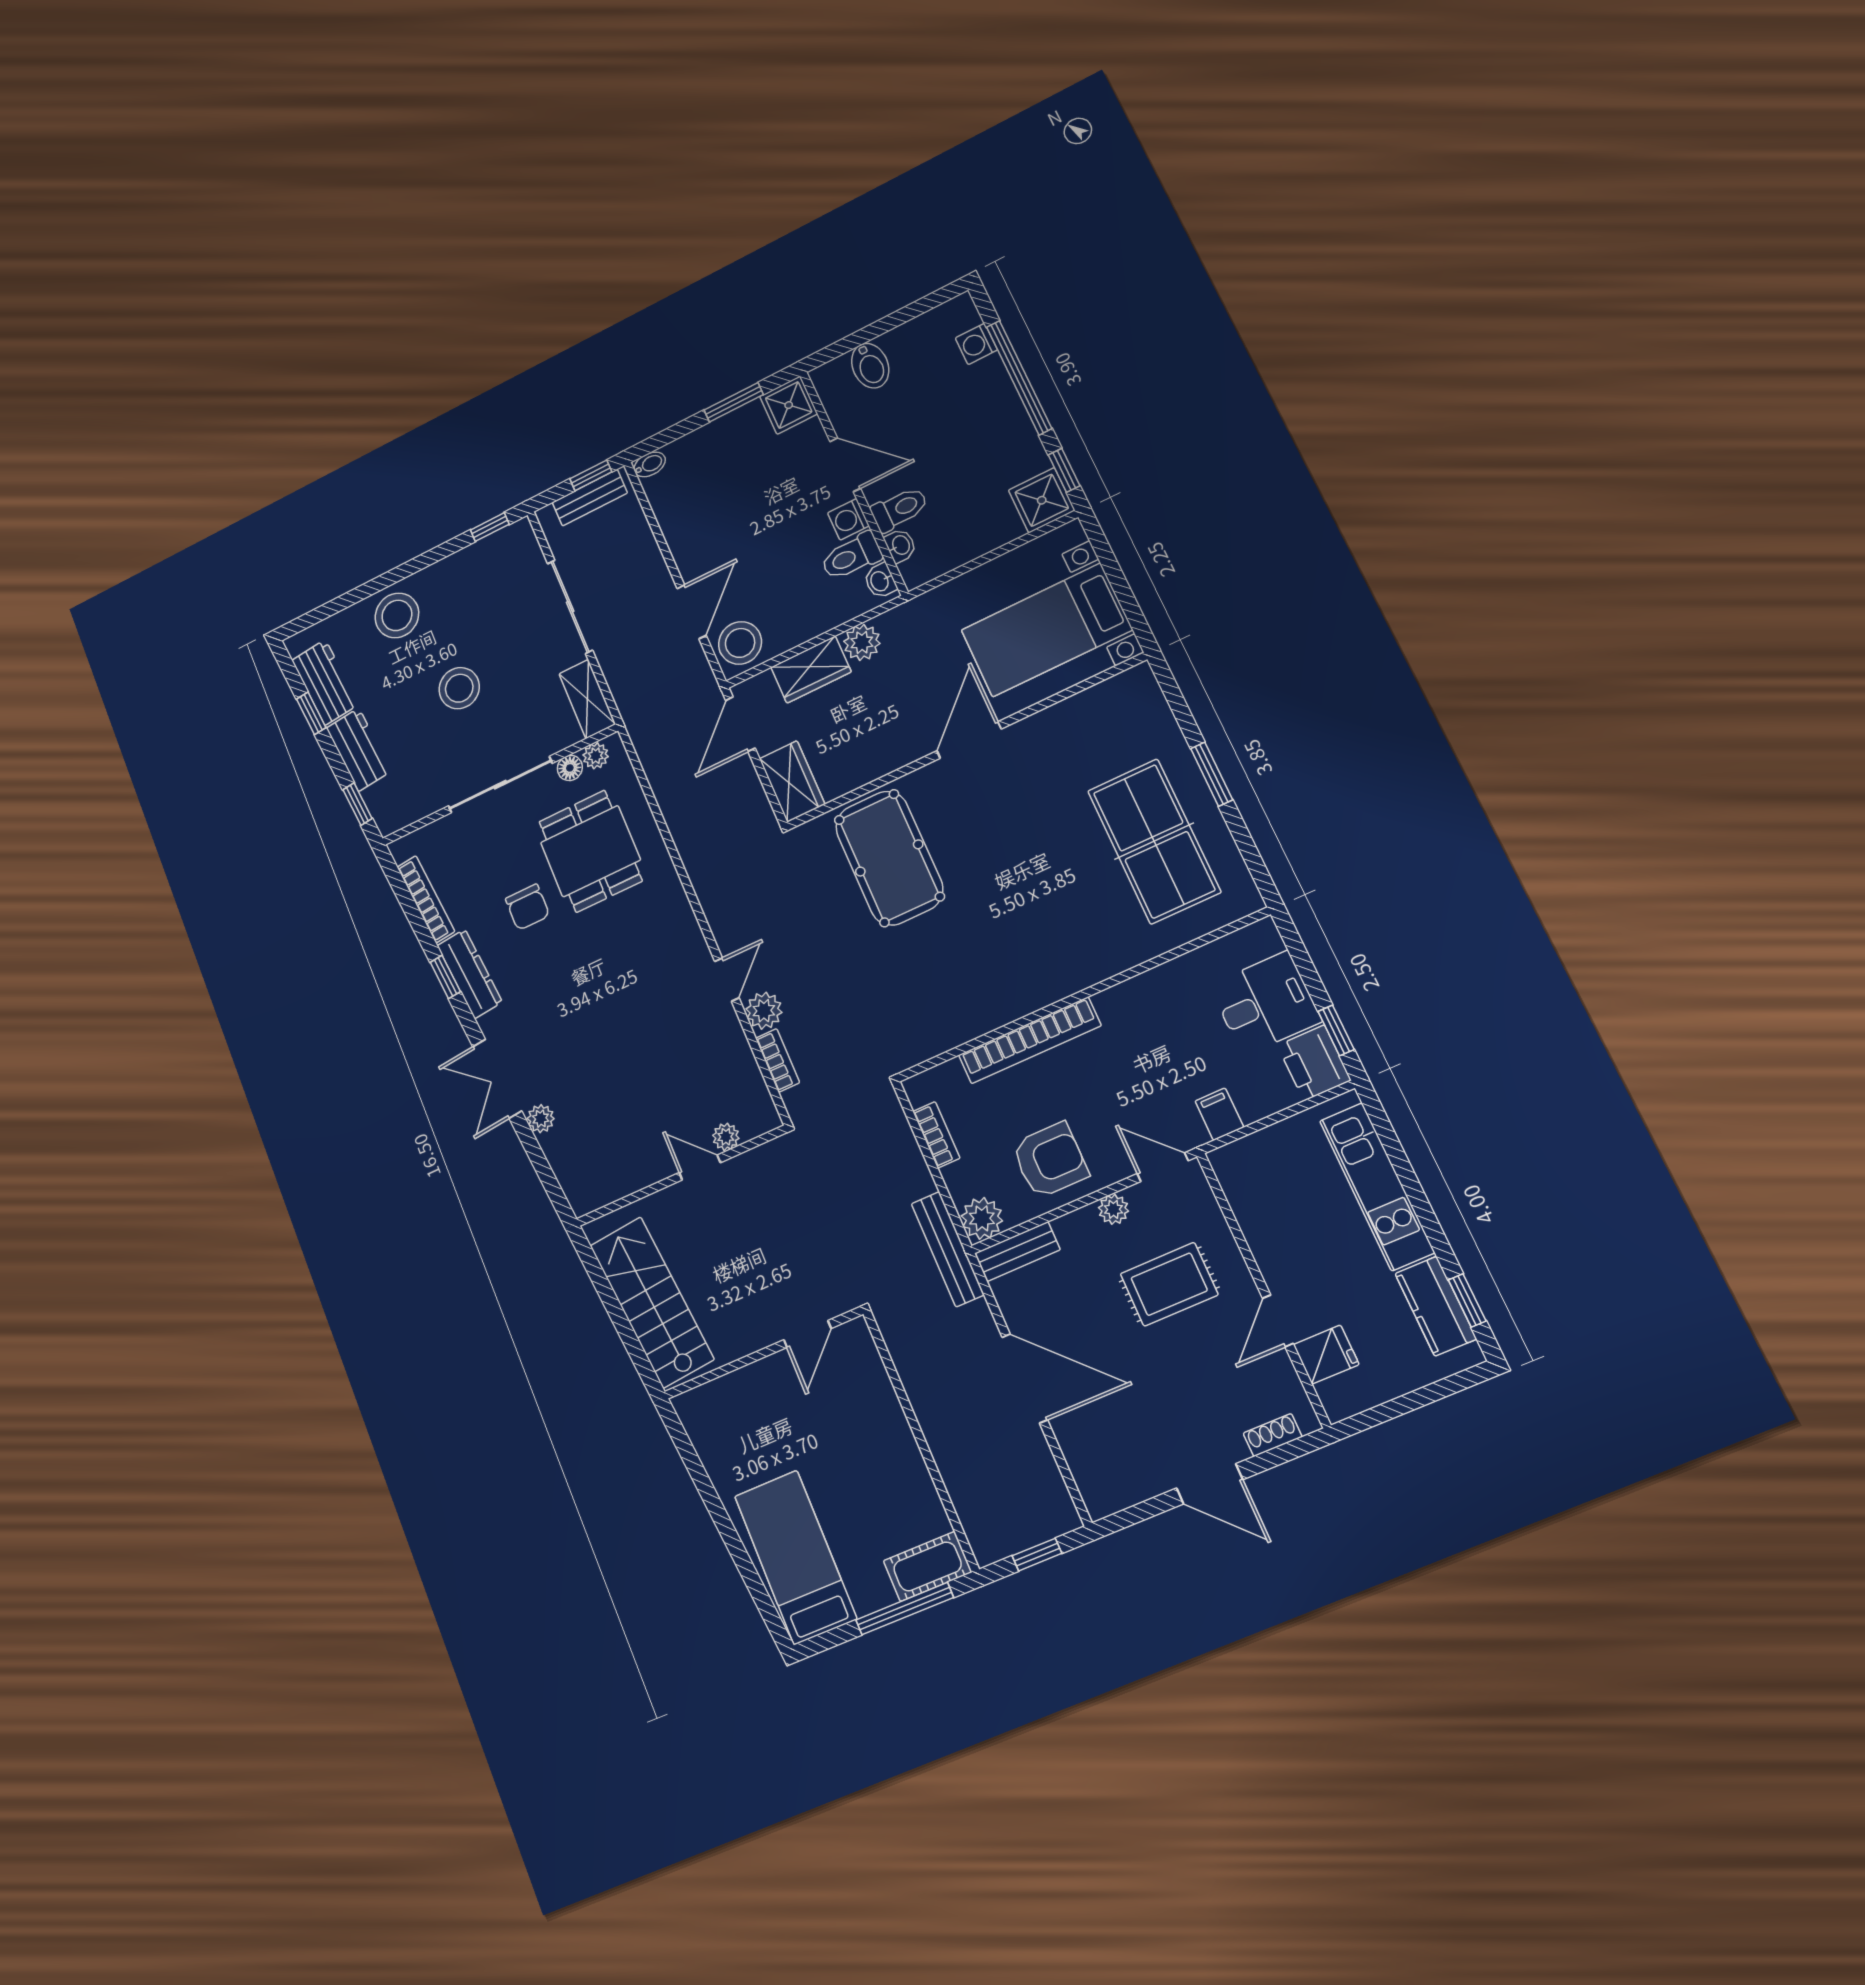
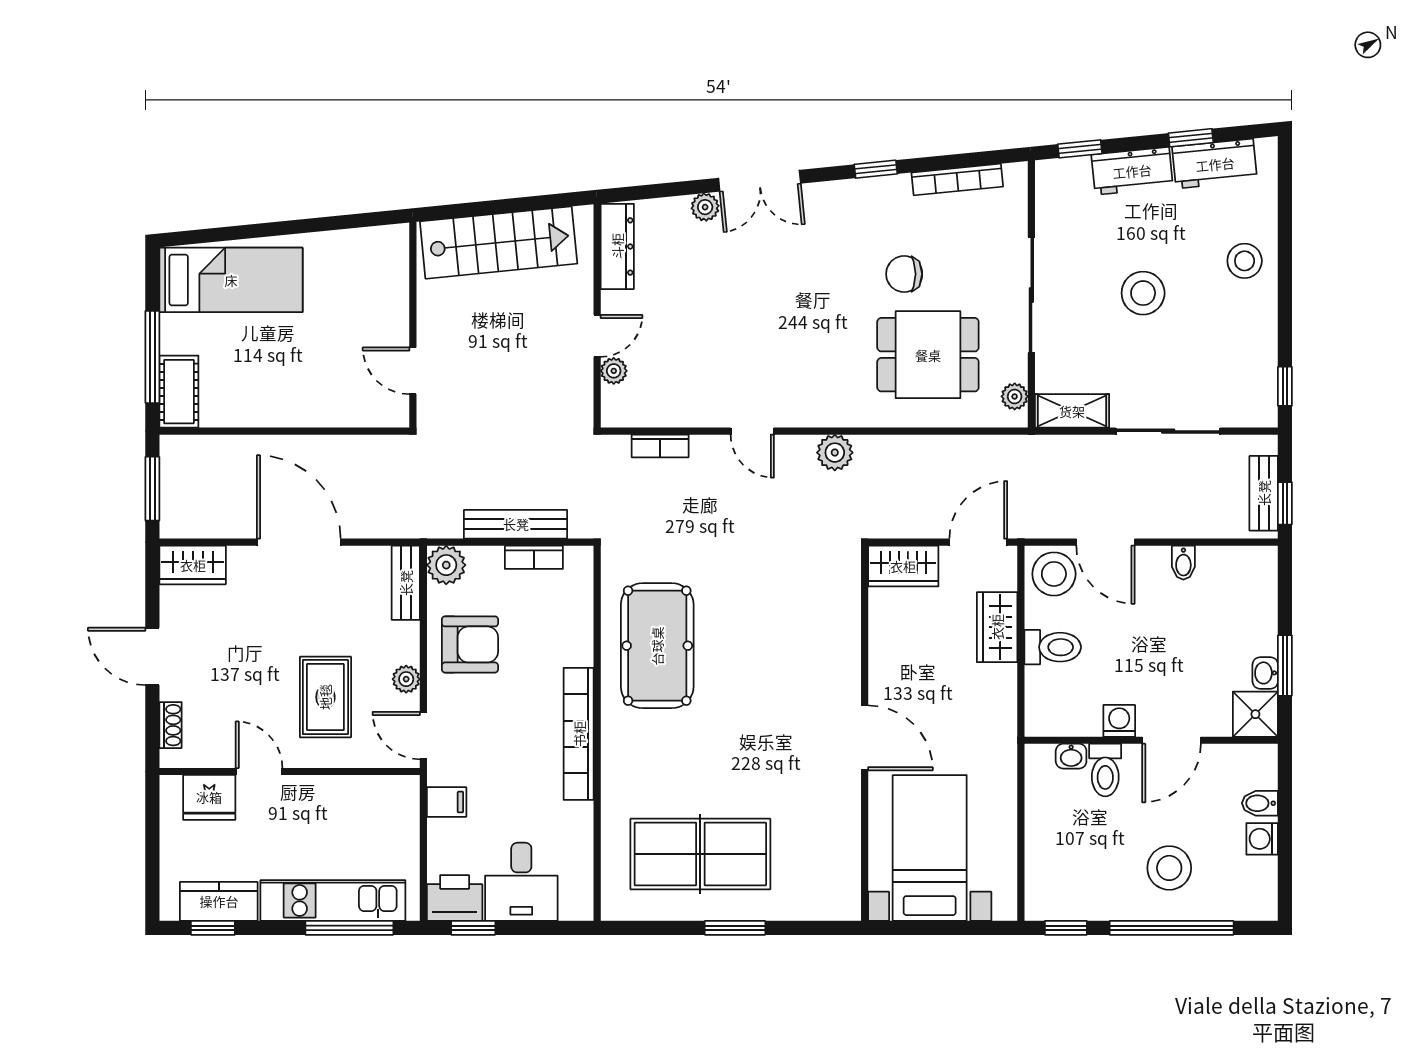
washing machine: (976, 344) -> (1262, 839), moved, turned -90
bidet: (870, 366) -> (1260, 803), width x0.72, depth x0.74
stool: (964, 408) -> (1169, 868), added
bidet: (650, 464) -> (1183, 563), moved
shower: (1042, 500) -> (1049, 897), removed
toilet: (851, 556) -> (1053, 647), moved, turned 90
washbasin: (880, 581) -> (1265, 673), moved, turned -90
stool: (397, 615) -> (1245, 261), width x0.73, depth x0.73
plant: (862, 642) -> (999, 683), removed
door: (741, 724) -> (978, 542), hinge flipped
floor lamp: (570, 768) -> (1015, 368), removed
pool table: (889, 858) -> (657, 646), moved, turned 90
dresser: (470, 974) -> (617, 246), moved, turned -84
plant: (764, 1011) -> (835, 453), moved
bookcase: (1030, 1040) -> (579, 734), moved
double door: (497, 1079) -> (760, 181), swing flipped
window: (1397, 1157) -> (349, 928), added
armchair: (1050, 1160) -> (470, 644), turned -90
door: (1163, 1167) -> (423, 736), swing flipped
bench: (948, 1249) -> (516, 524), moved
fridge: (1326, 1355) -> (209, 797), width x1.38
door: (1025, 1378) -> (299, 542), swing flipped
wardrobe: (1096, 1480) -> (193, 565), added
door: (1210, 1484) -> (152, 656), hinge flipped
window: (1037, 1555) -> (152, 489), width x1.50

